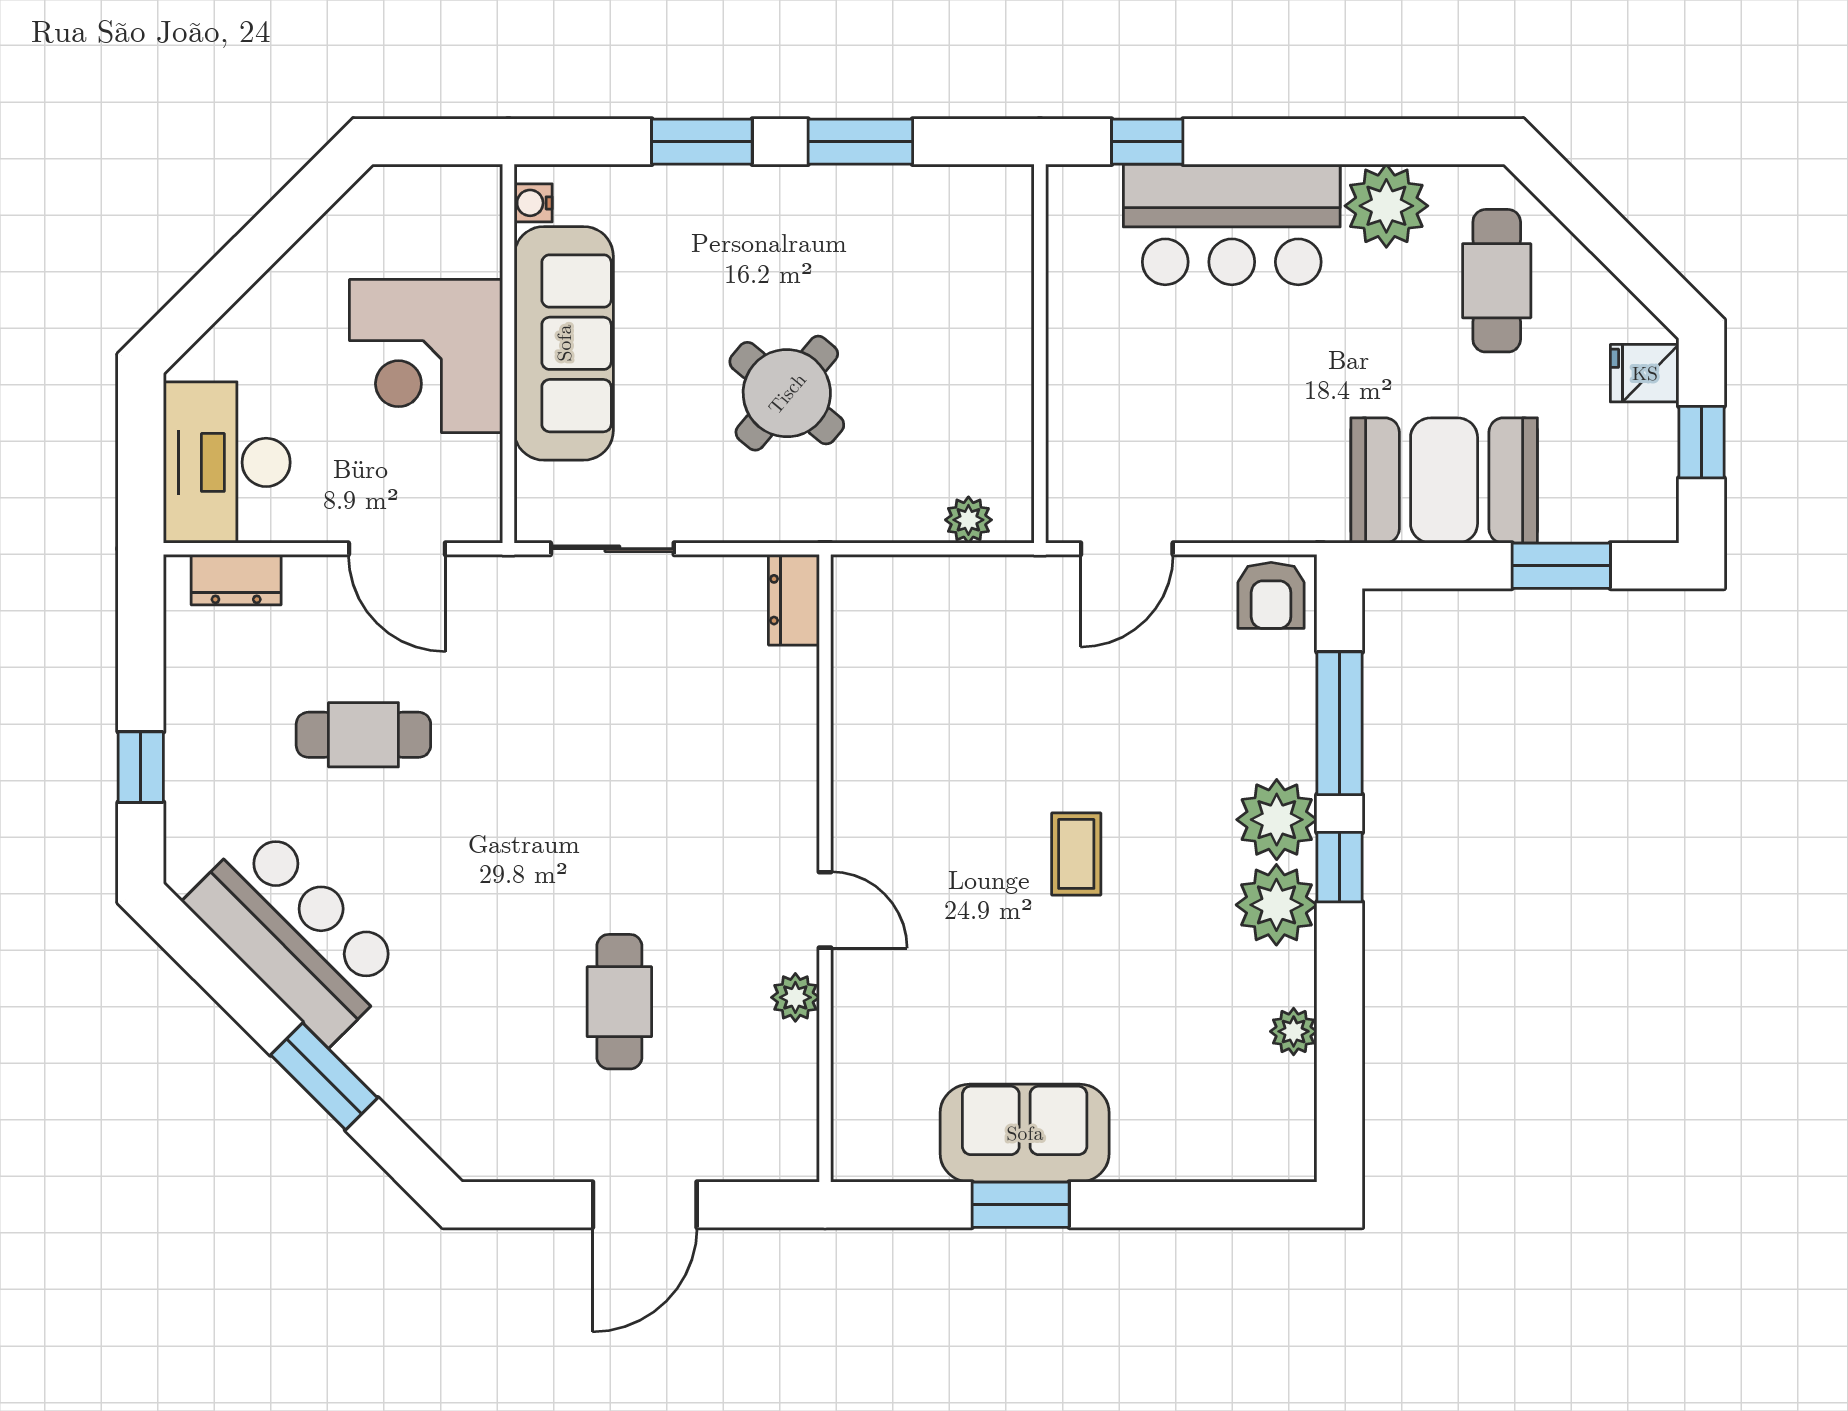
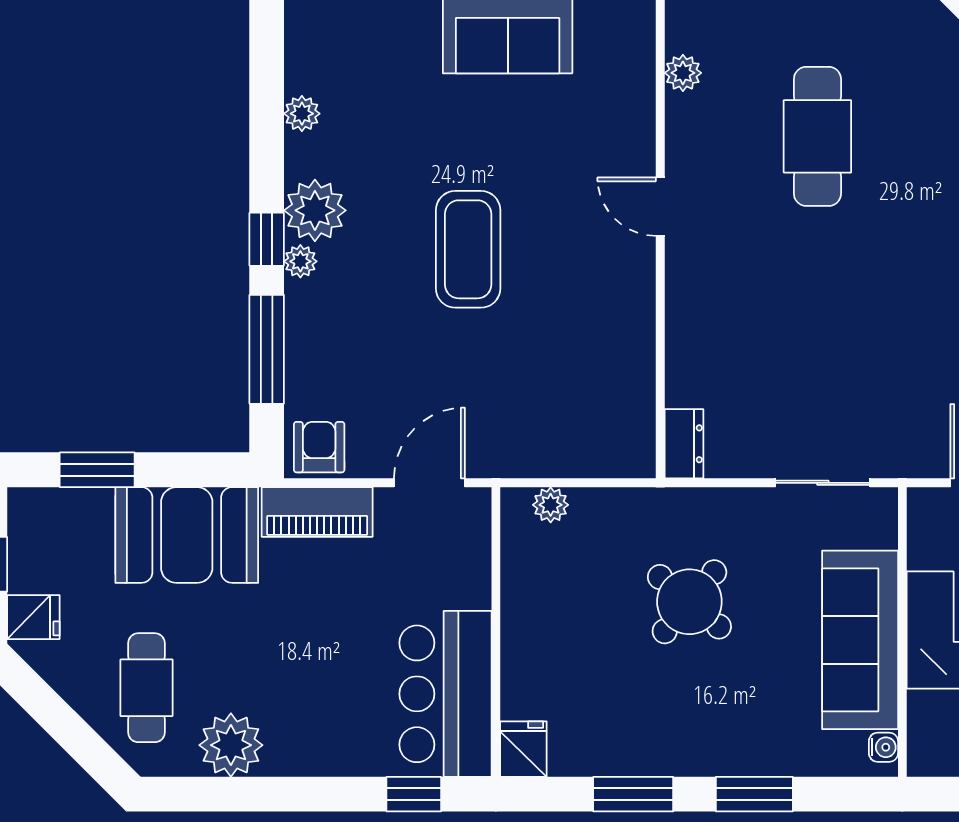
fridge: (1004, 201) -> (523, 749), added
bar counter: (1232, 225) -> (445, 694), moved, turned -90
piano: (1274, 511) -> (317, 512), added
plant: (1277, 820) -> (300, 261), width x0.53, depth x0.53
coffee table: (1076, 854) -> (468, 249), width x1.86, depth x1.72
plant: (795, 997) -> (683, 73), moved
cafe table: (619, 1002) -> (817, 136), width x1.37, depth x1.35

